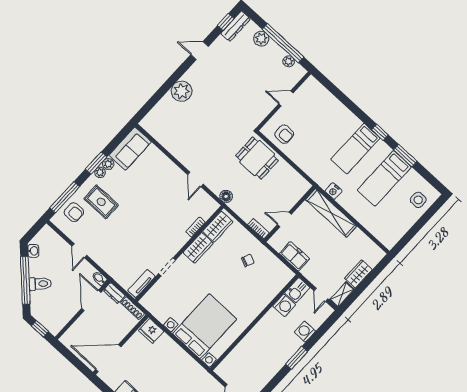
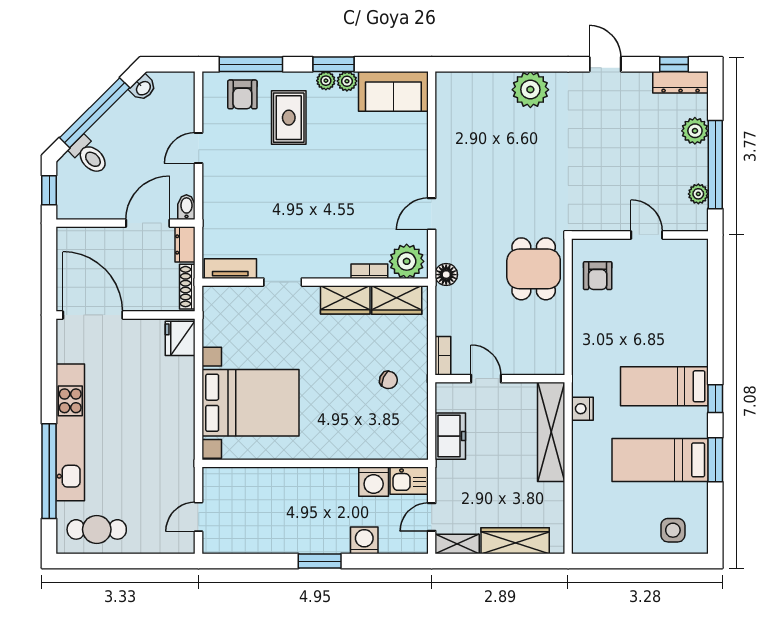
plant: (206, 208) -> (407, 261), added
wardrobe: (358, 274) -> (515, 541), width x1.50
toilet: (40, 284) -> (89, 155), moved

